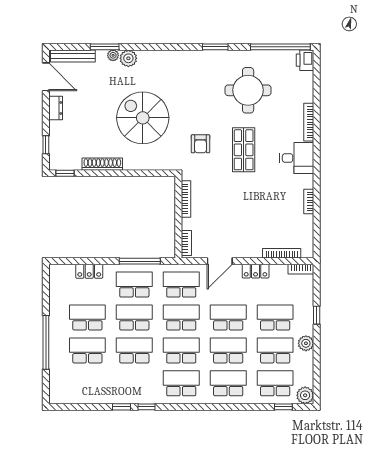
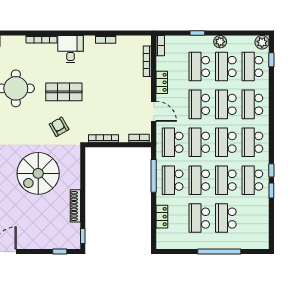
dresser: (56, 108) -> (30, 244), removed
armchair: (200, 144) -> (59, 127), turned -120
school desk: (134, 383) -> (252, 180), added

